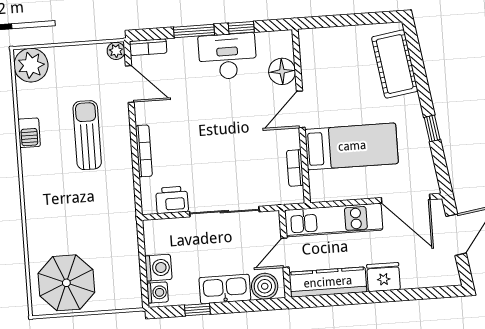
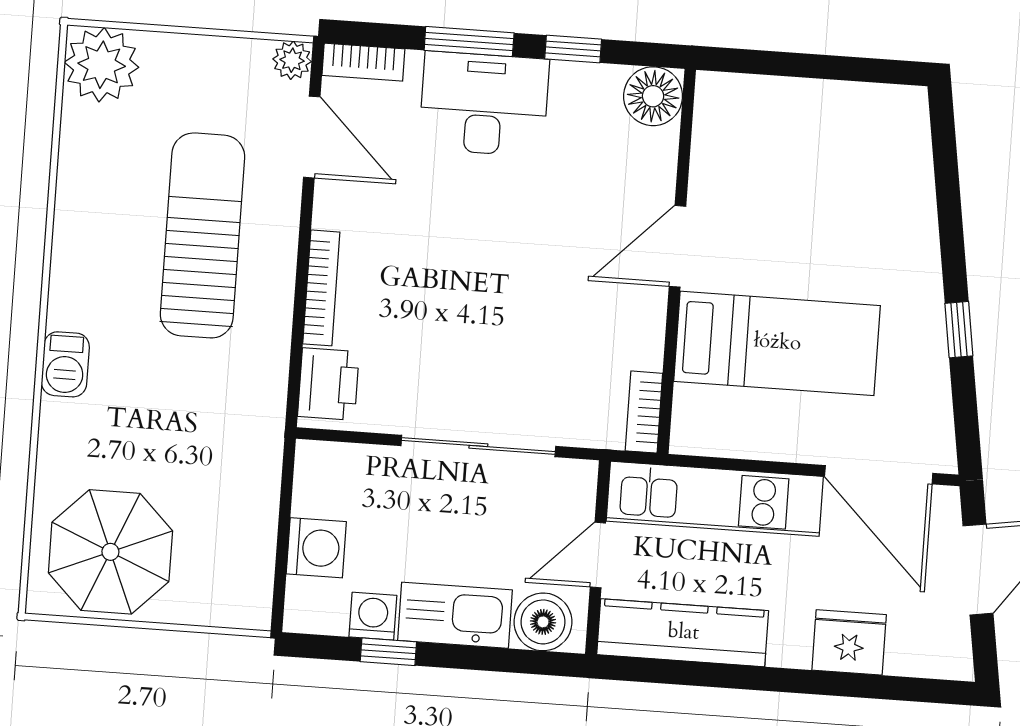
desk: (228, 56) -> (484, 104), moved
cot: (395, 64) -> (897, 177), removed
floor lamp: (282, 71) -> (653, 96), moved
barbecue: (29, 133) -> (65, 364), moved
sun lounger: (87, 135) -> (202, 235), width x1.36, depth x1.34
bookcase: (295, 168) -> (644, 412), moved
printer: (172, 200) -> (328, 384), moved, turned 90
fridge: (384, 277) -> (849, 642), moved
washing machine: (158, 292) -> (373, 616), moved, turned -90

